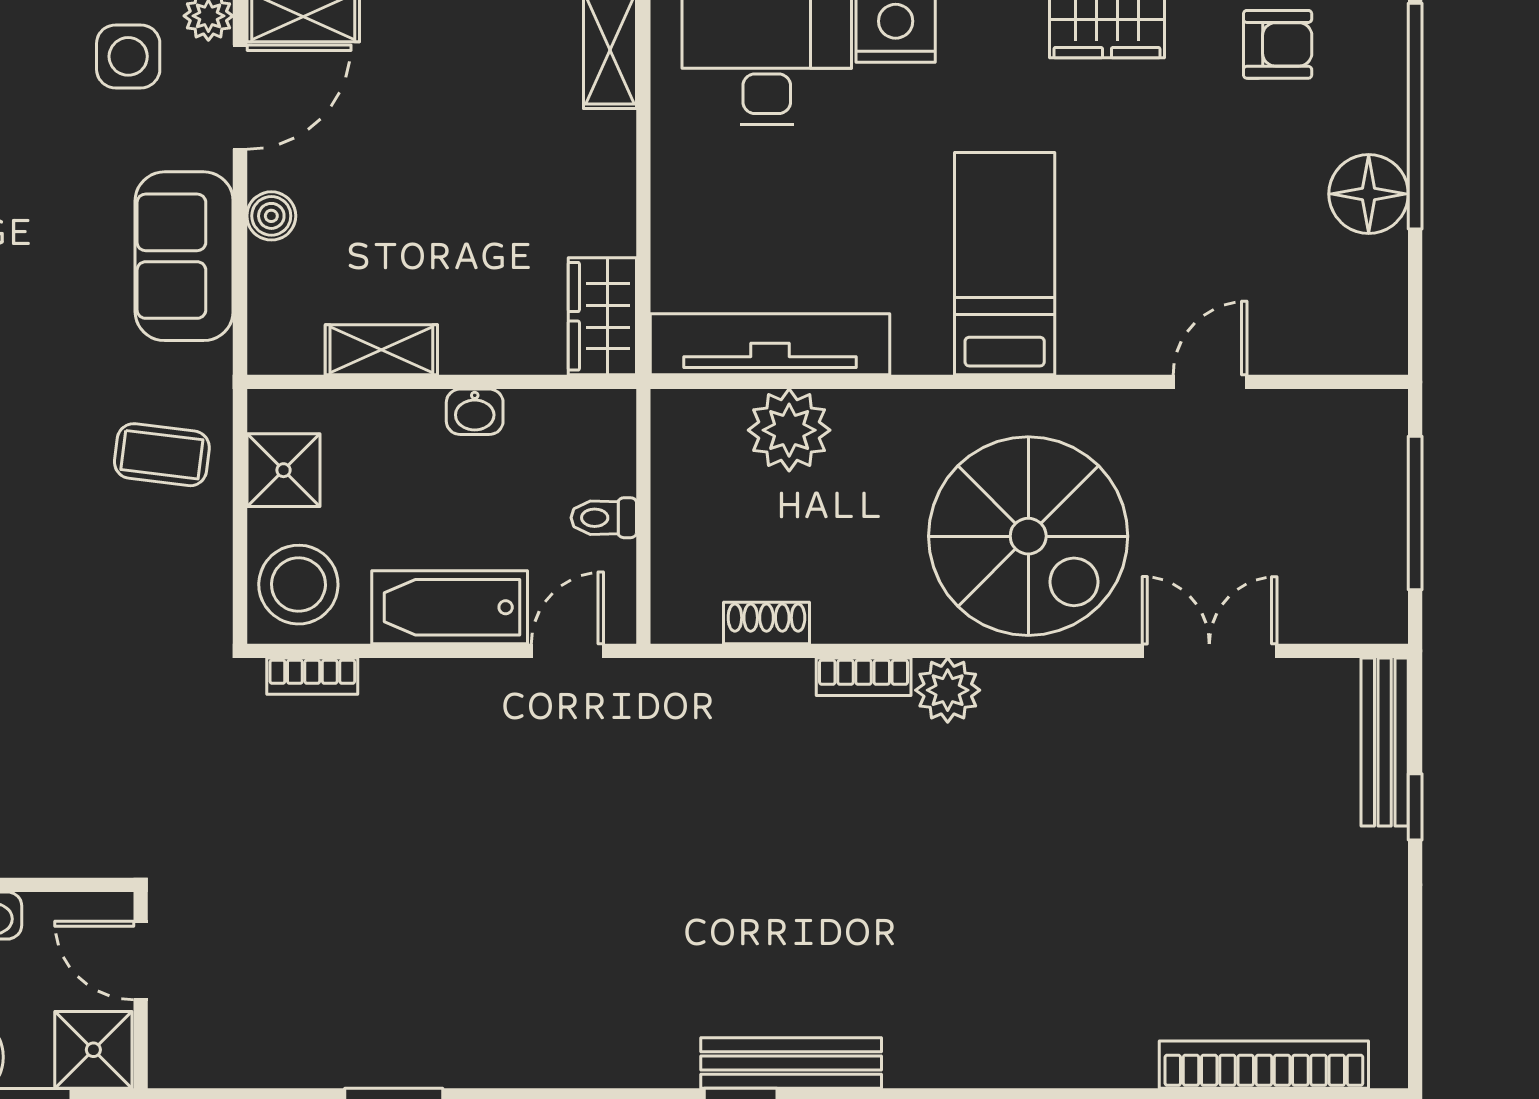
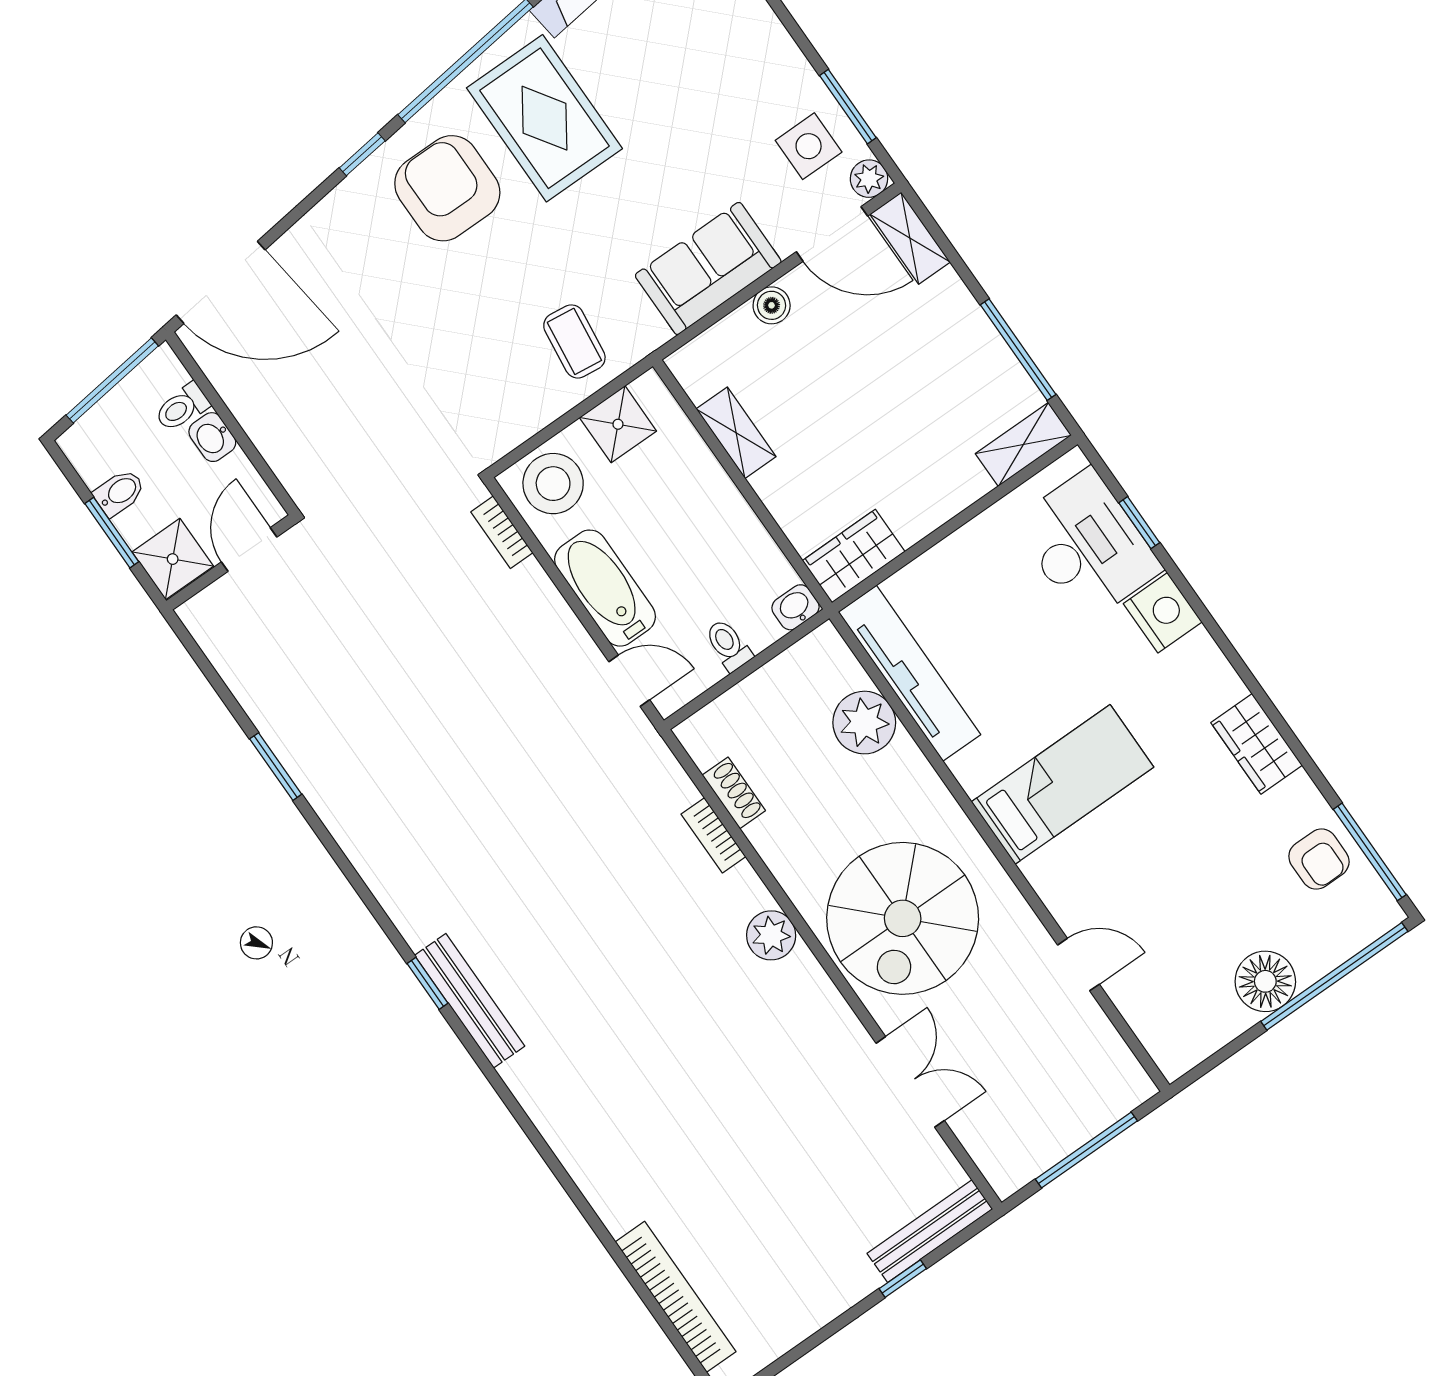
washbasin: (475, 412) -> (796, 607), moved, turned 90
bookcase: (864, 677) -> (713, 835), moved

